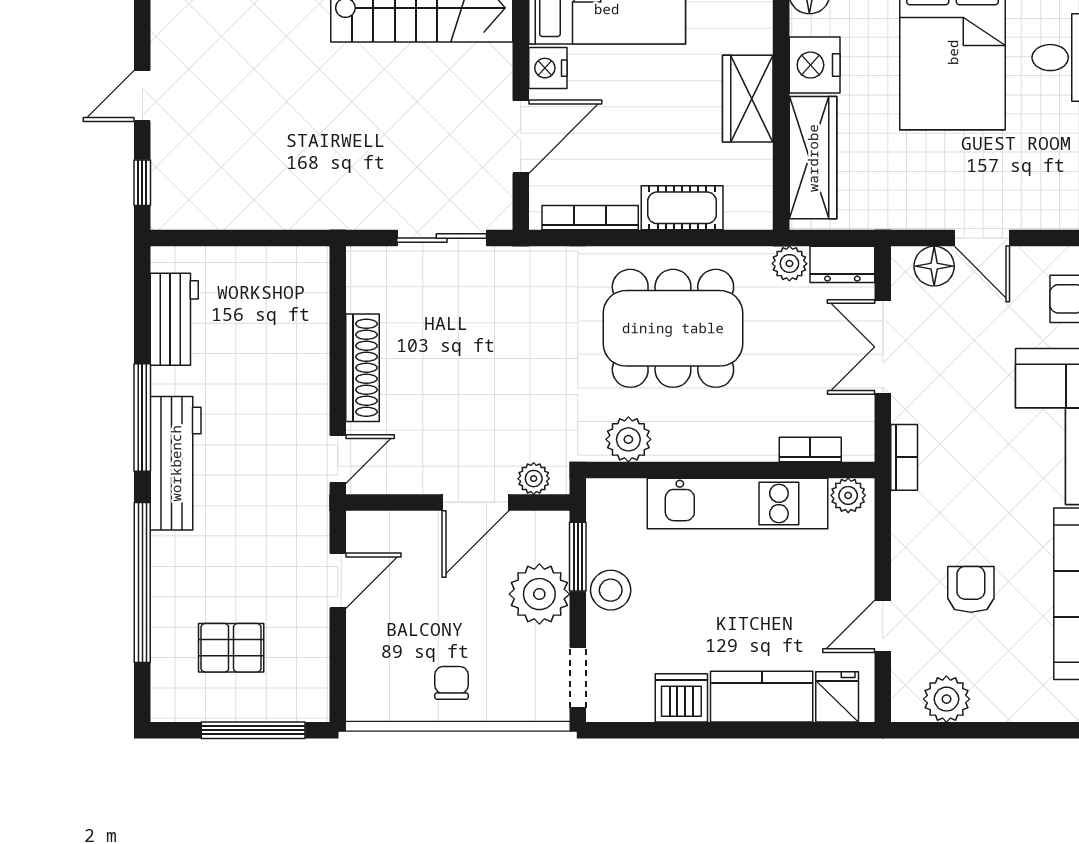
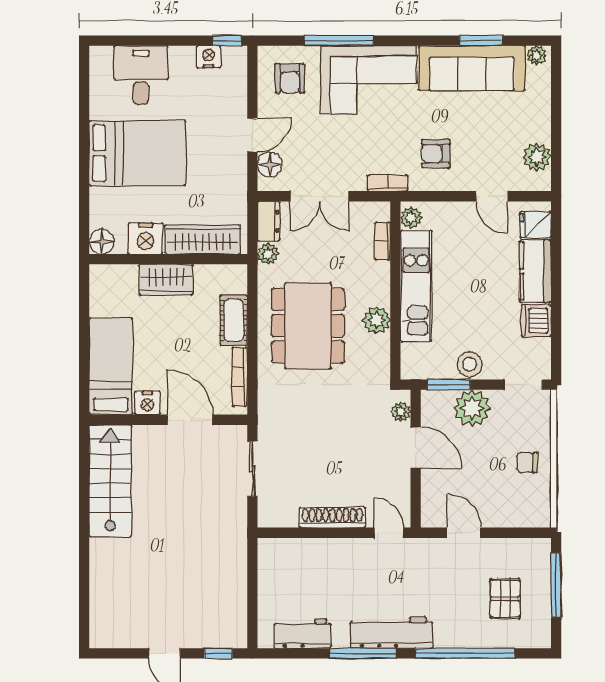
plant: (628, 439) -> (377, 320), moved
armchair: (971, 589) -> (436, 154), moved

